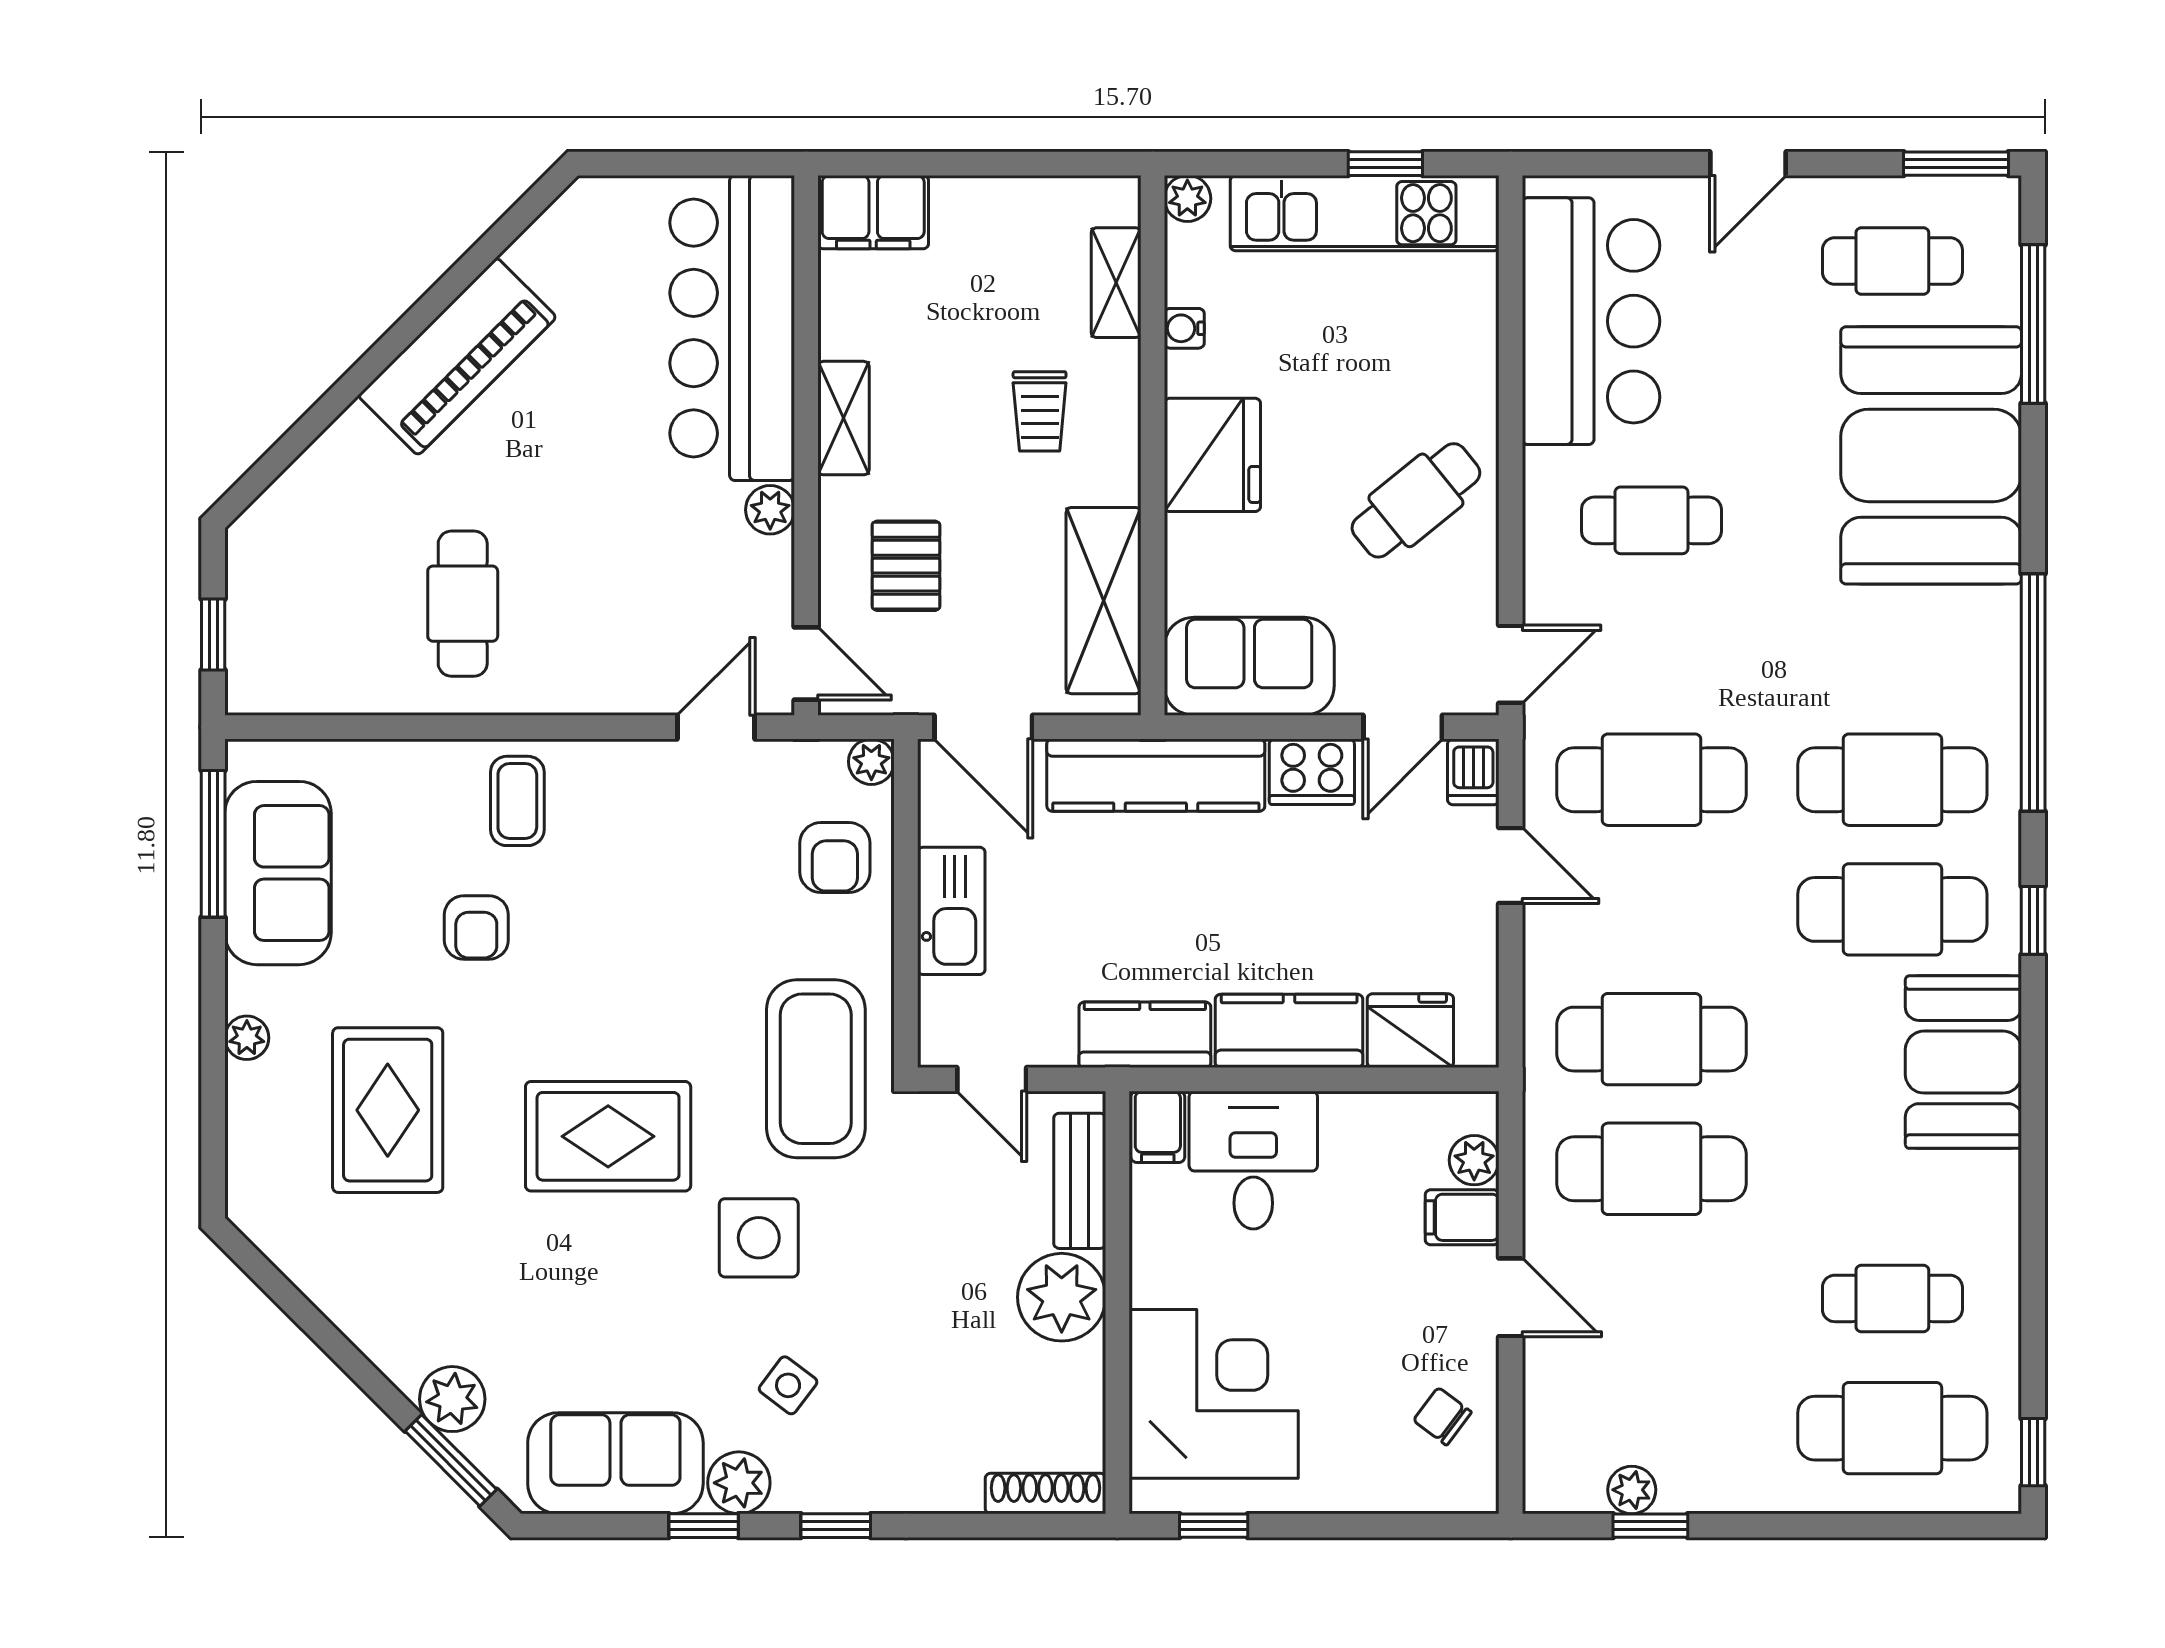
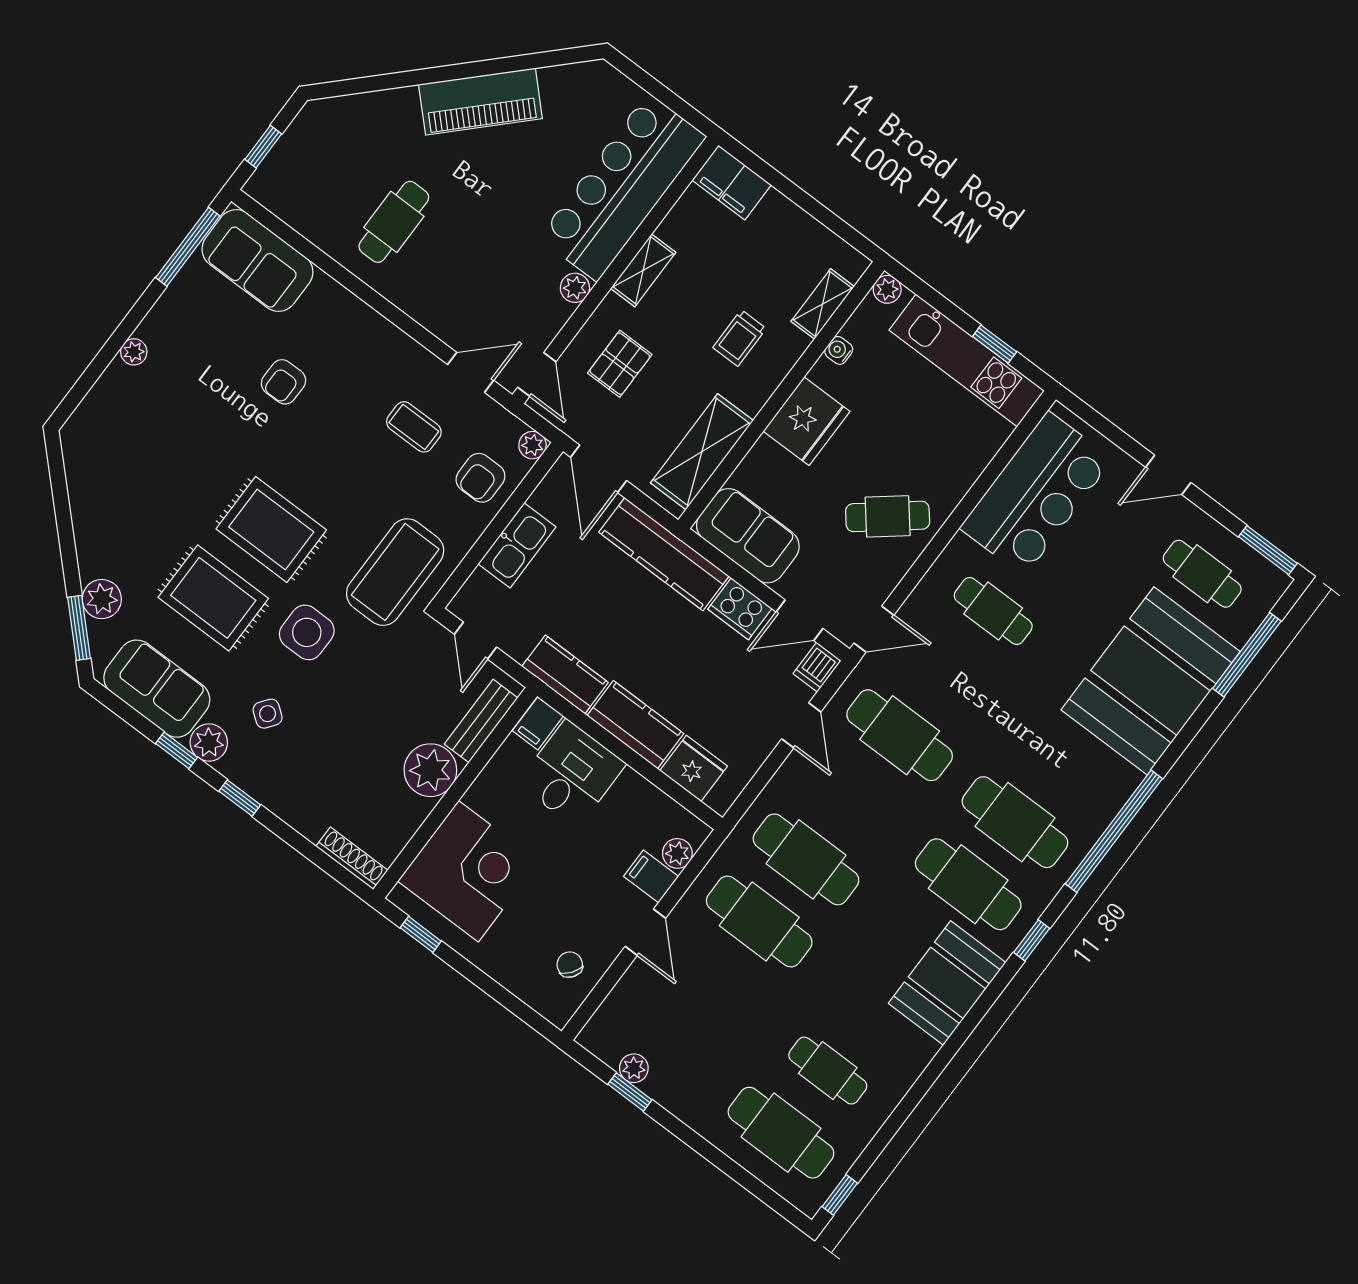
coffee table: (517, 801) -> (414, 427), moved, turned 90
sofa: (278, 873) -> (257, 260), moved, turned 90
rug: (388, 1110) -> (213, 598), moved, turned 90

